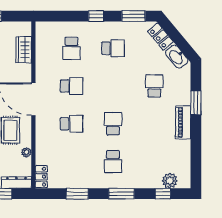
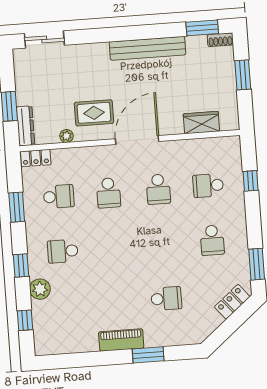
window: (96, 16) -> (251, 181), moved
washbasin: (177, 57) -> (207, 325), removed
school desk: (113, 124) -> (59, 196), moved
plant: (170, 181) -> (40, 289), moved
window: (121, 194) -> (21, 266), width x0.67

